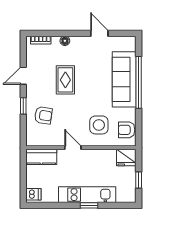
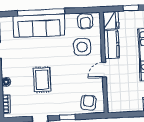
rug: (65, 80) -> (42, 80), turned 90
armchair: (43, 115) -> (89, 103), moved
kitchen counter: (41, 157) -> (111, 44), moved

